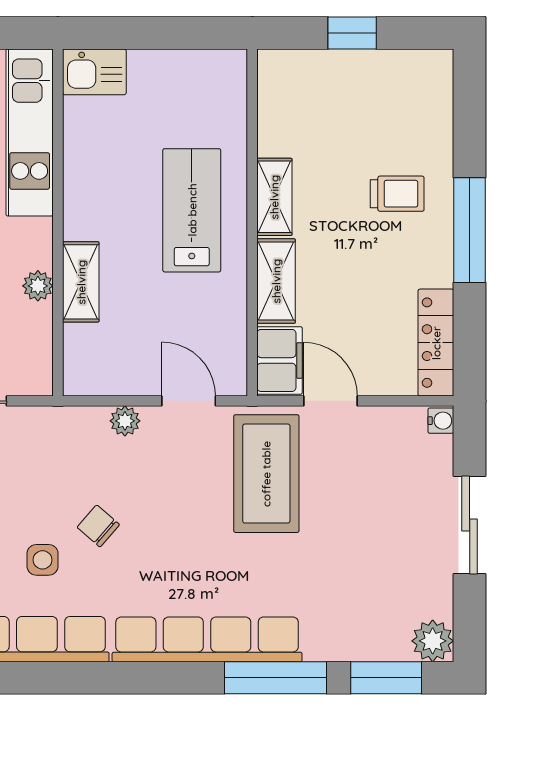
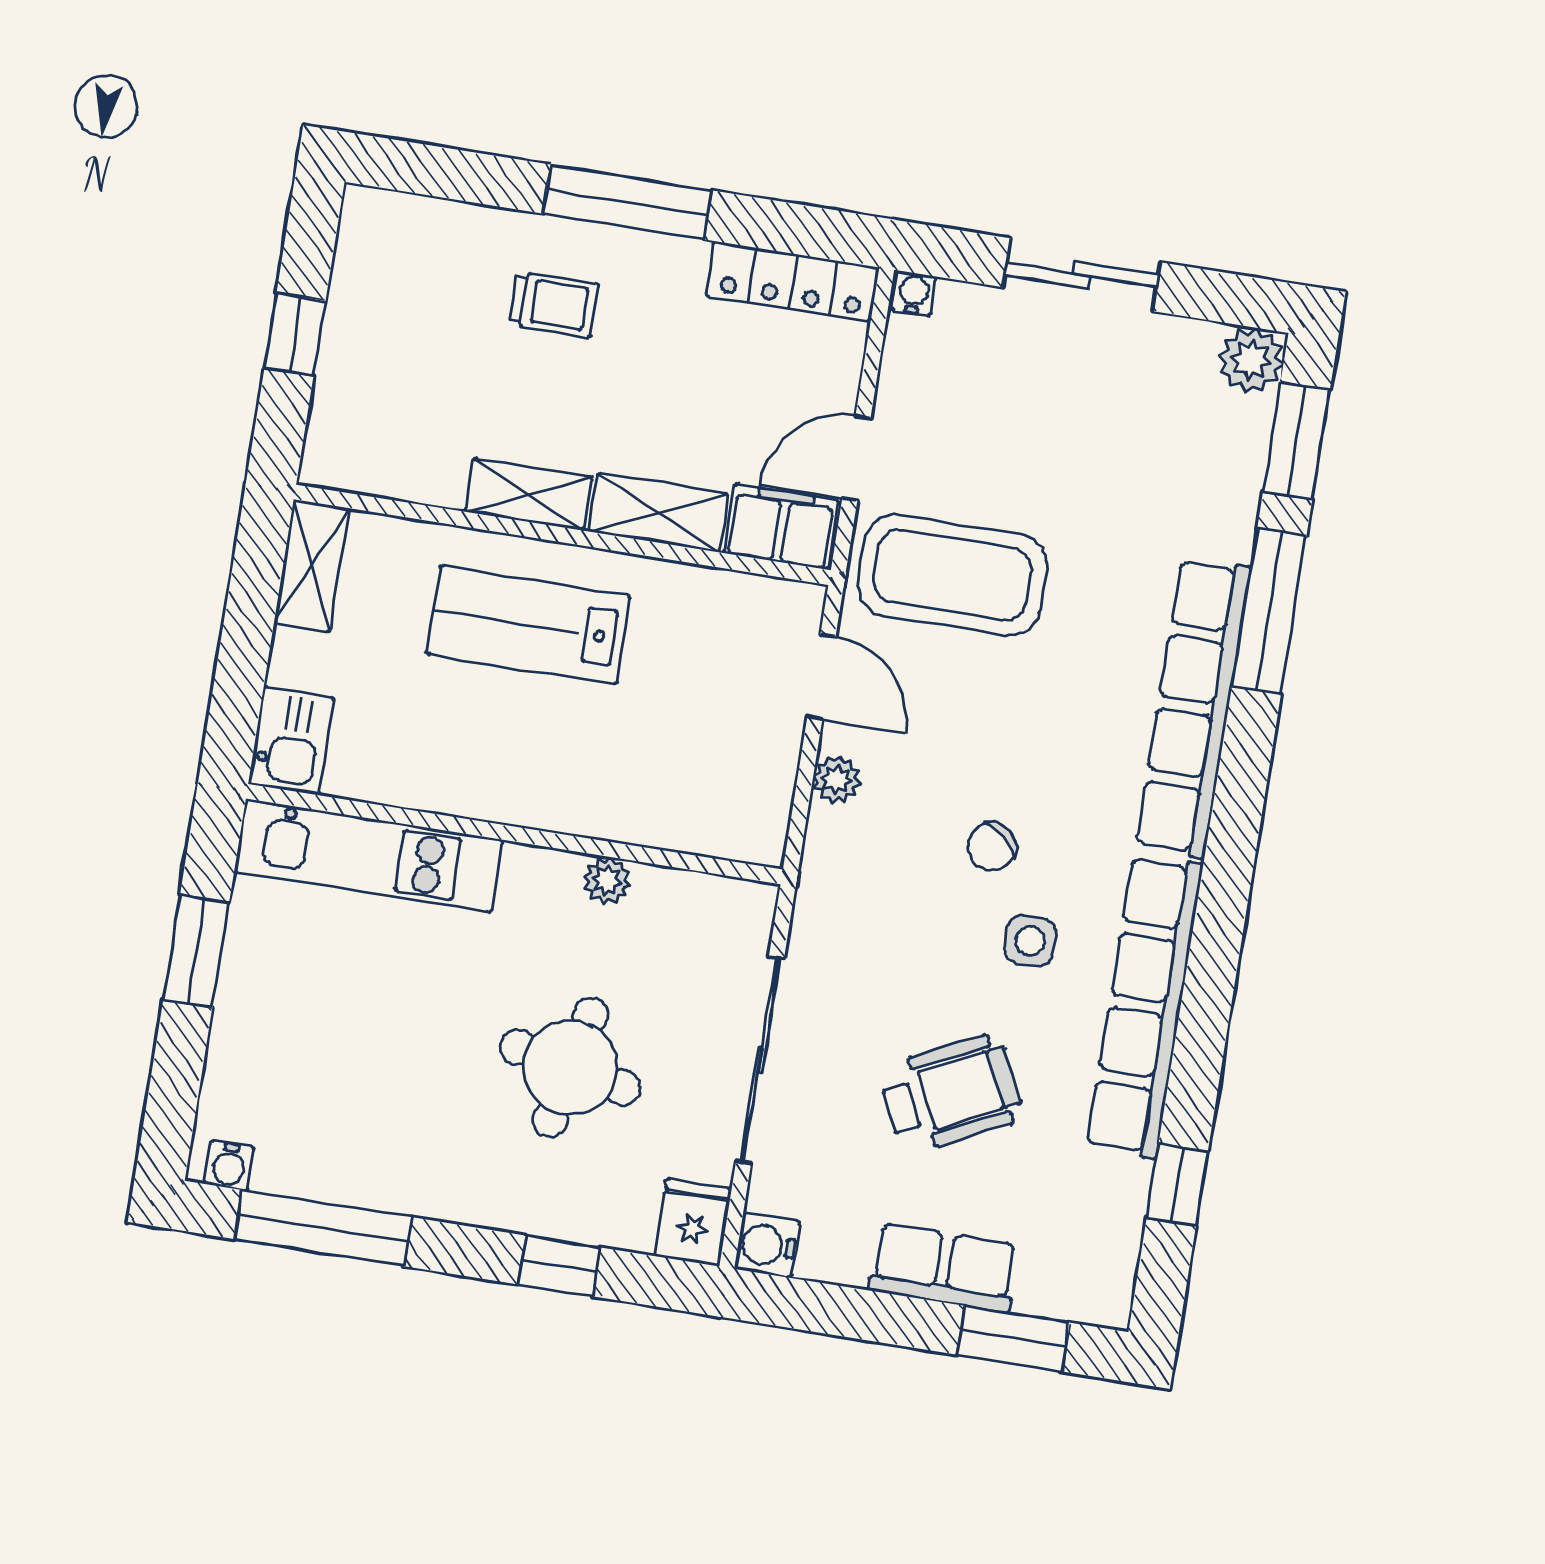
trolley: (397, 194) -> (554, 304), turned 90
shelving: (81, 282) -> (312, 566), moved, turned 90
door: (189, 401) -> (821, 677), swing flipped

